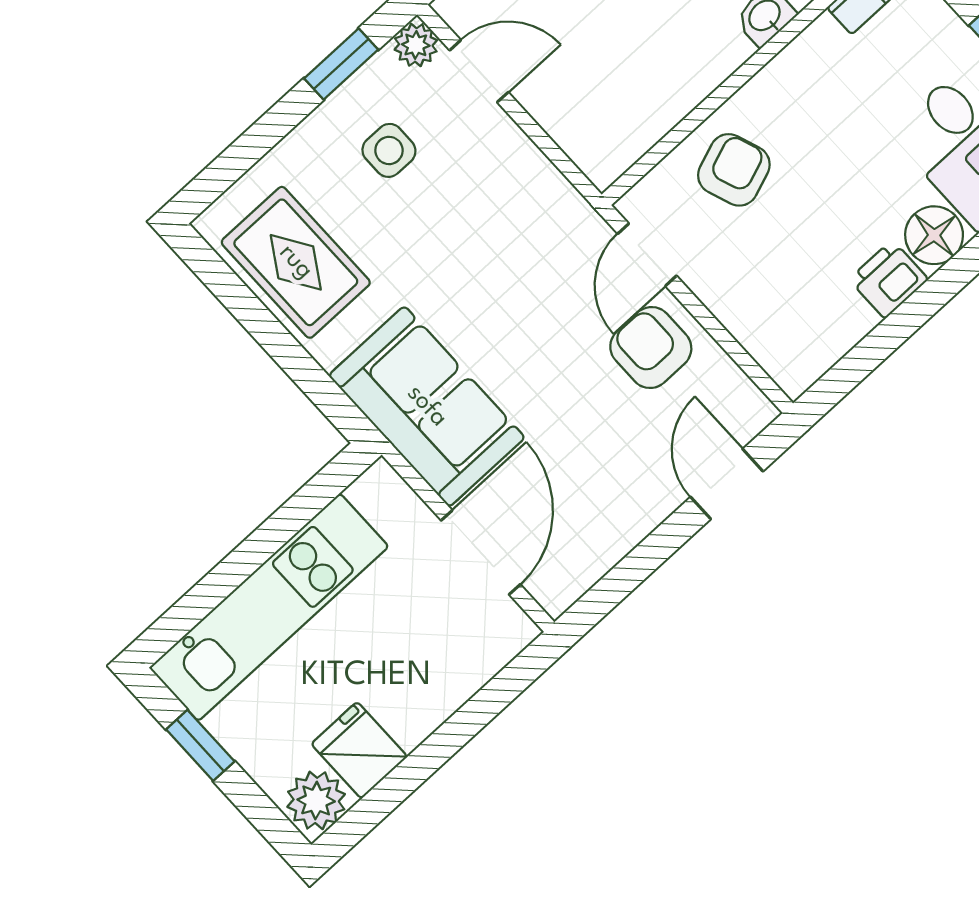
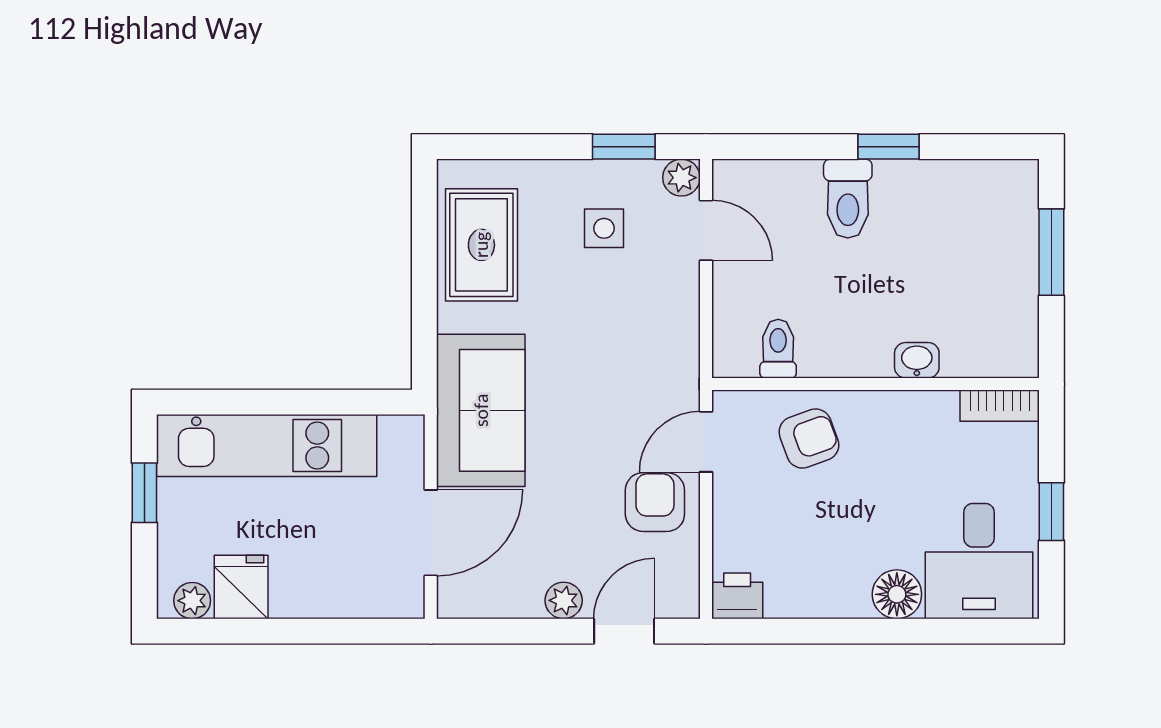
toilet: (636, 116) -> (778, 349), added
printer: (889, 279) -> (737, 596), moved
plant: (650, 506) -> (564, 600), added
plant: (316, 800) -> (192, 601), width x0.73, depth x0.73

